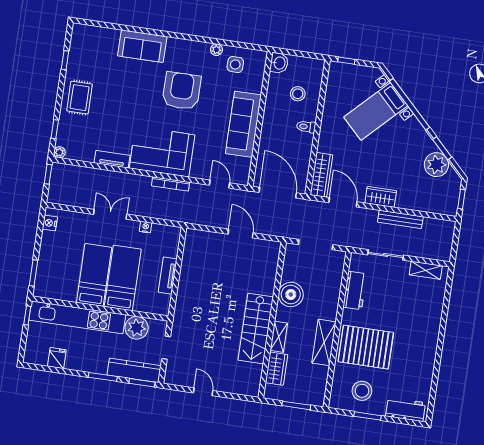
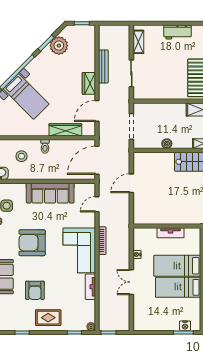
armchair: (118, 85) -> (35, 290), added
wardrobe: (321, 175) -> (65, 130), moved
nightstand: (50, 223) -> (185, 326), moved
workbench: (355, 291) -> (178, 32), moved, turned 180
boiler: (291, 294) -> (167, 144), width x0.54, depth x0.54

